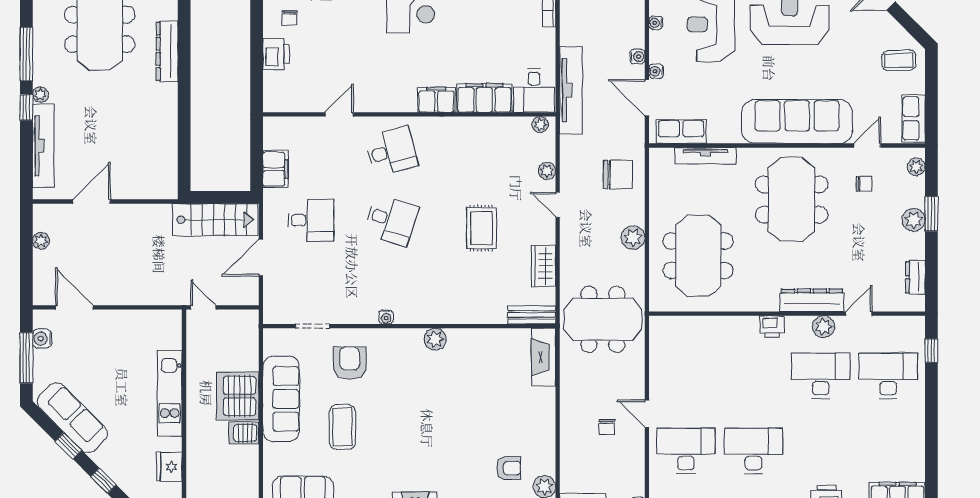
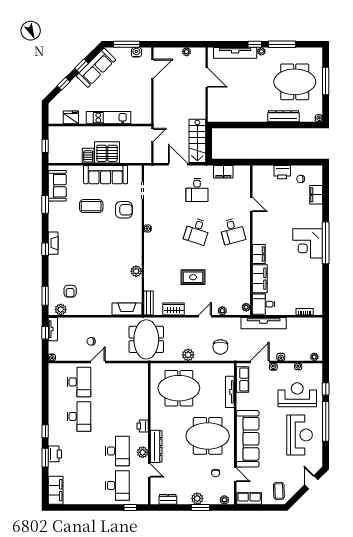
plant: (435, 339) -> (136, 271), moved

